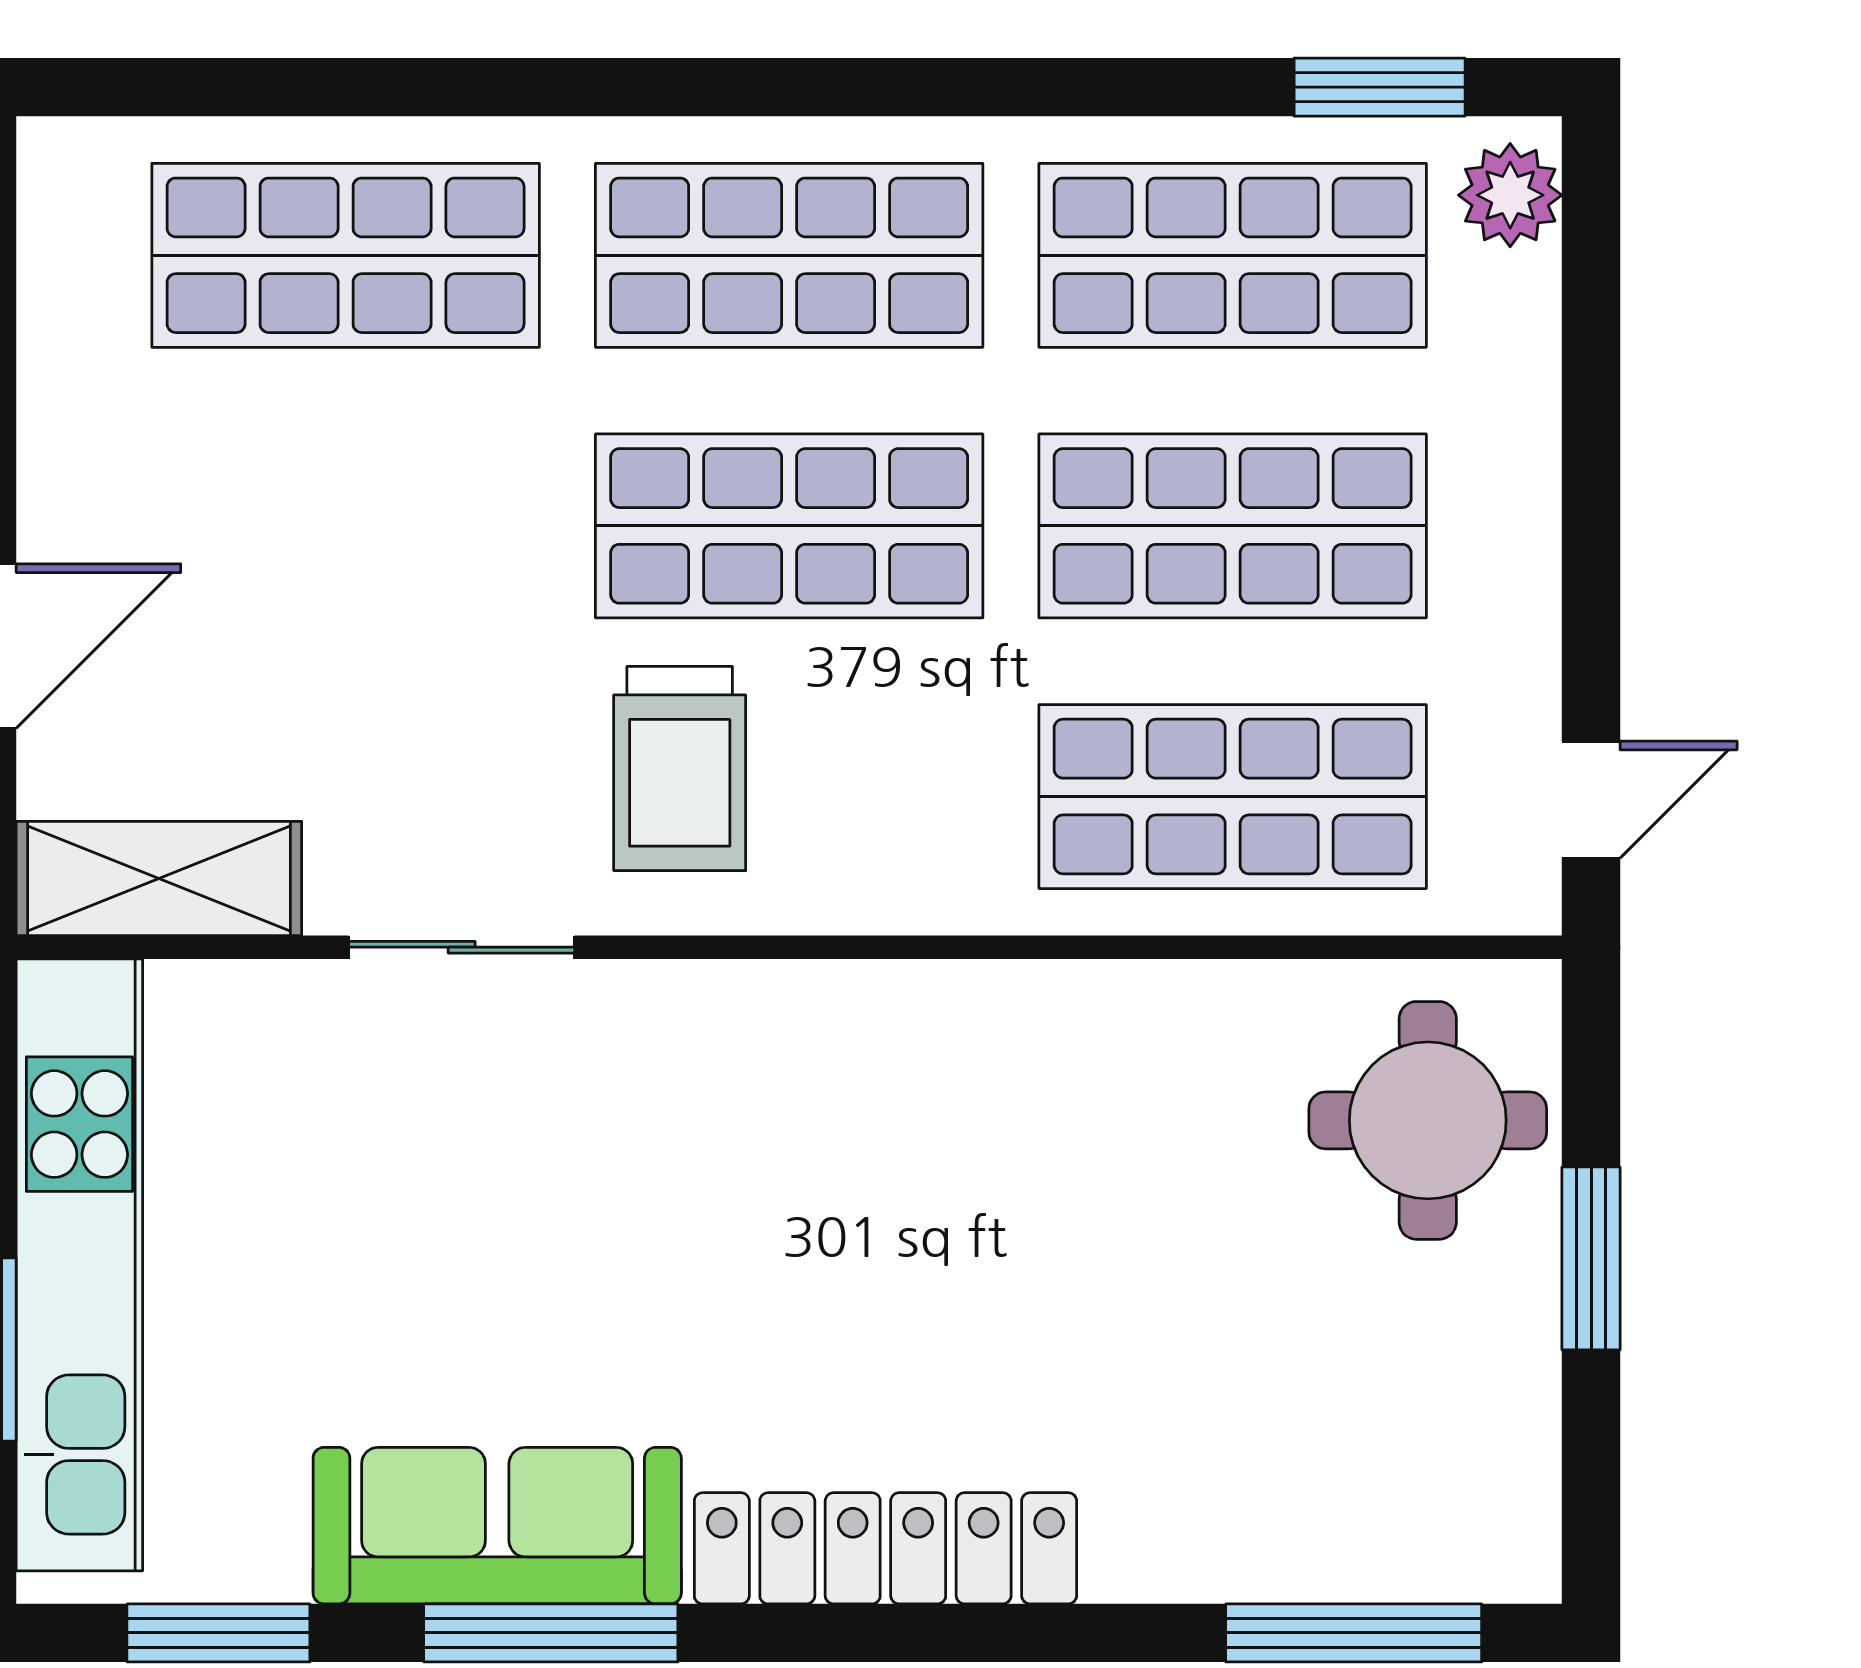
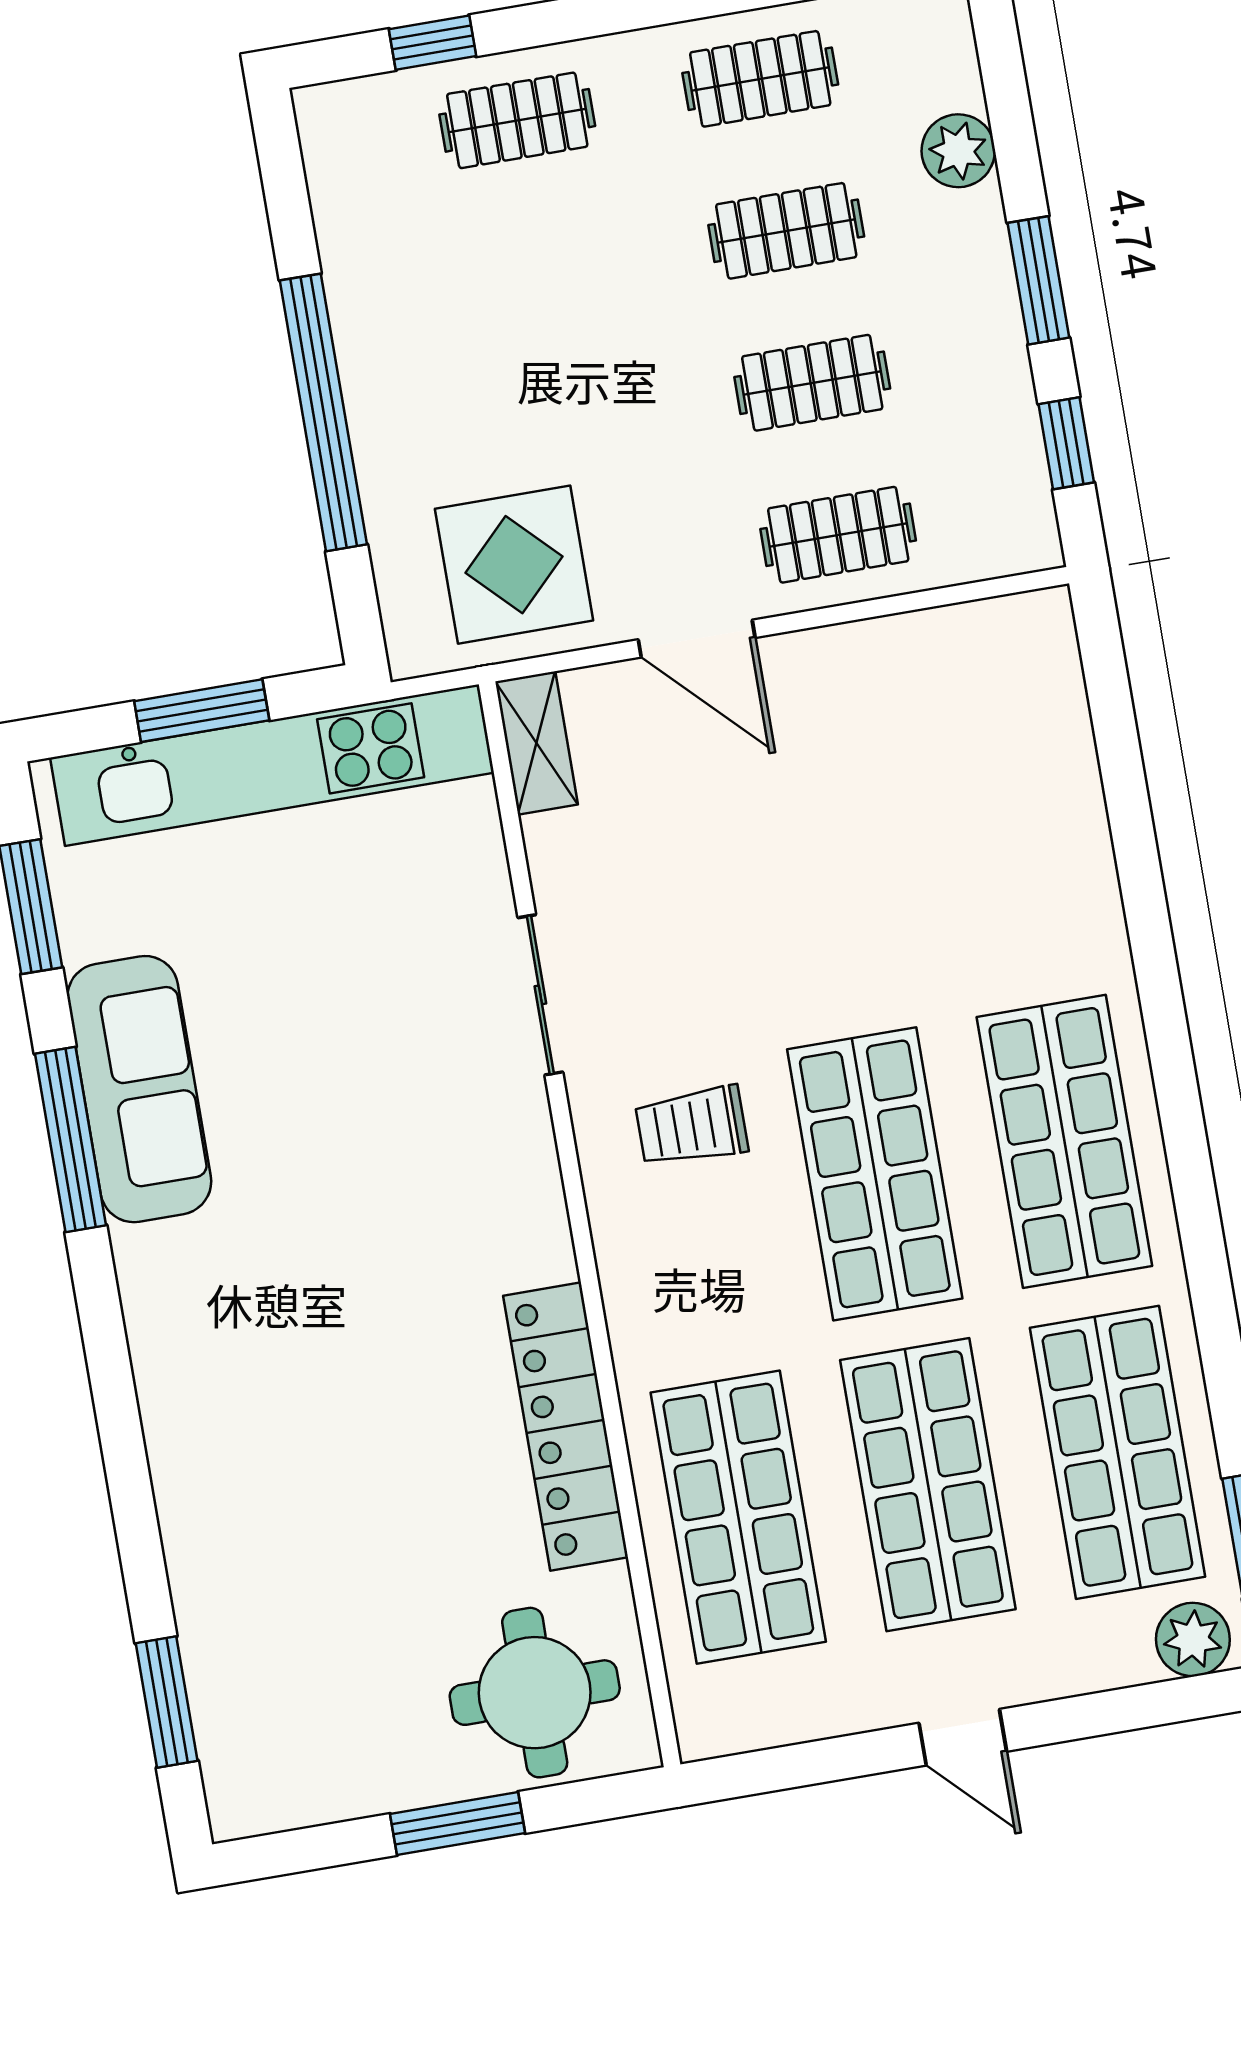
shop shelf: (346, 255) -> (1011, 831), removed
trolley: (680, 769) -> (692, 1126), width x0.73, depth x0.72
door: (1591, 800) -> (963, 1737), moved
shelving: (159, 878) -> (537, 743), width x0.67, depth x0.75
locker: (885, 1548) -> (566, 1427), moved, turned 180
window: (1354, 1633) -> (167, 1702), width x0.69

